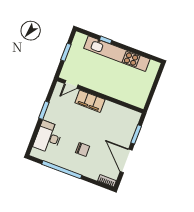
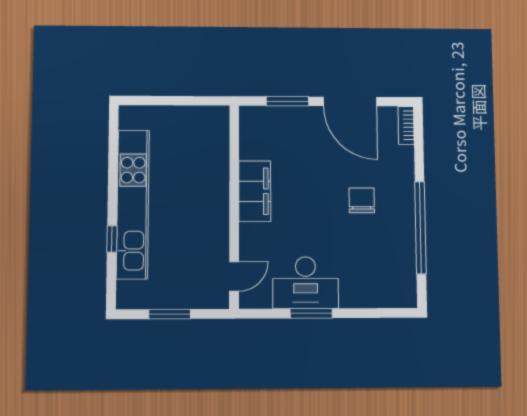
door: (71, 84) -> (234, 276), hinge flipped
filing cabinet: (90, 101) -> (255, 191), moved
desk: (48, 137) -> (306, 283), moved
door: (126, 161) -> (350, 101), hinge flipped

